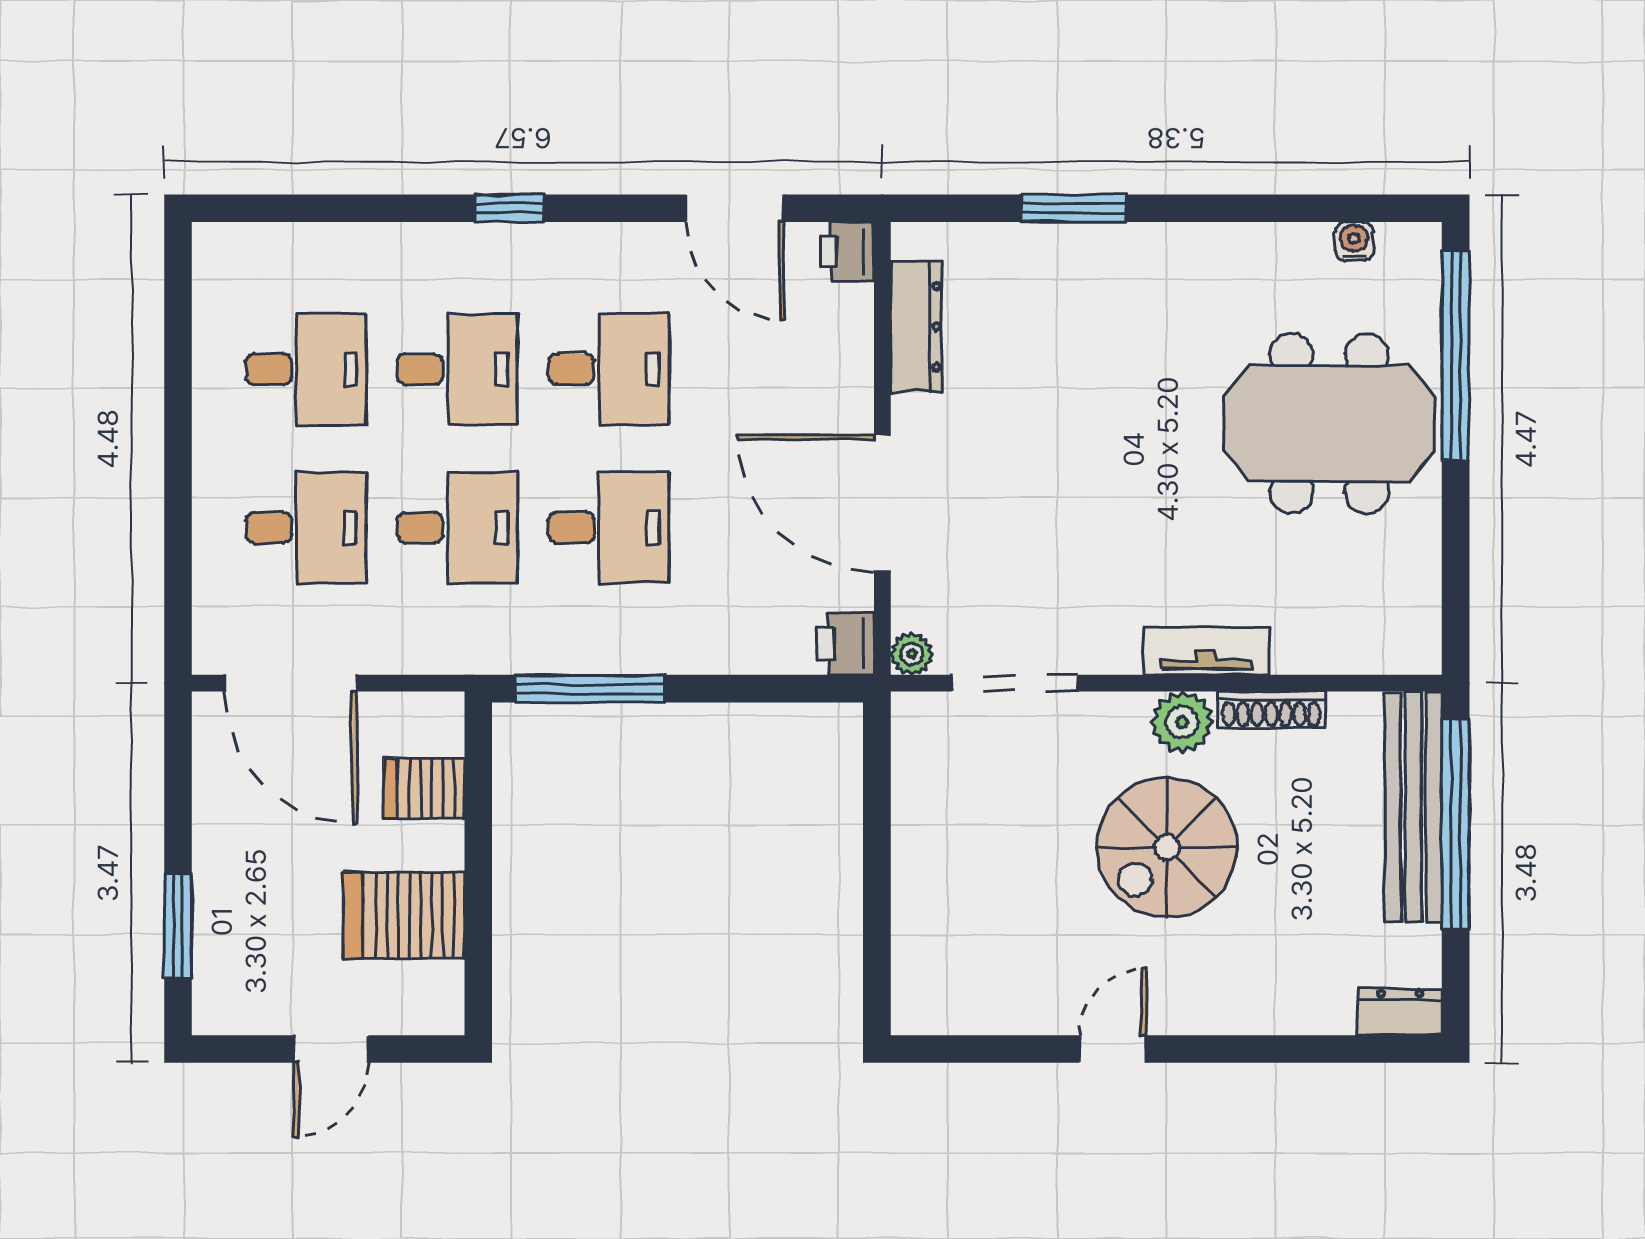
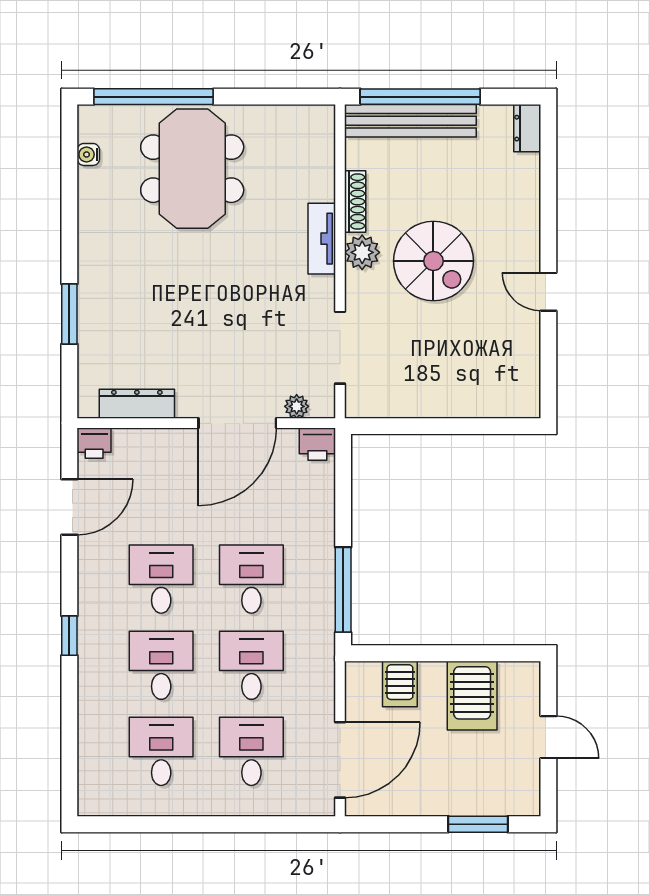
plant: (912, 654) -> (297, 406), moved

